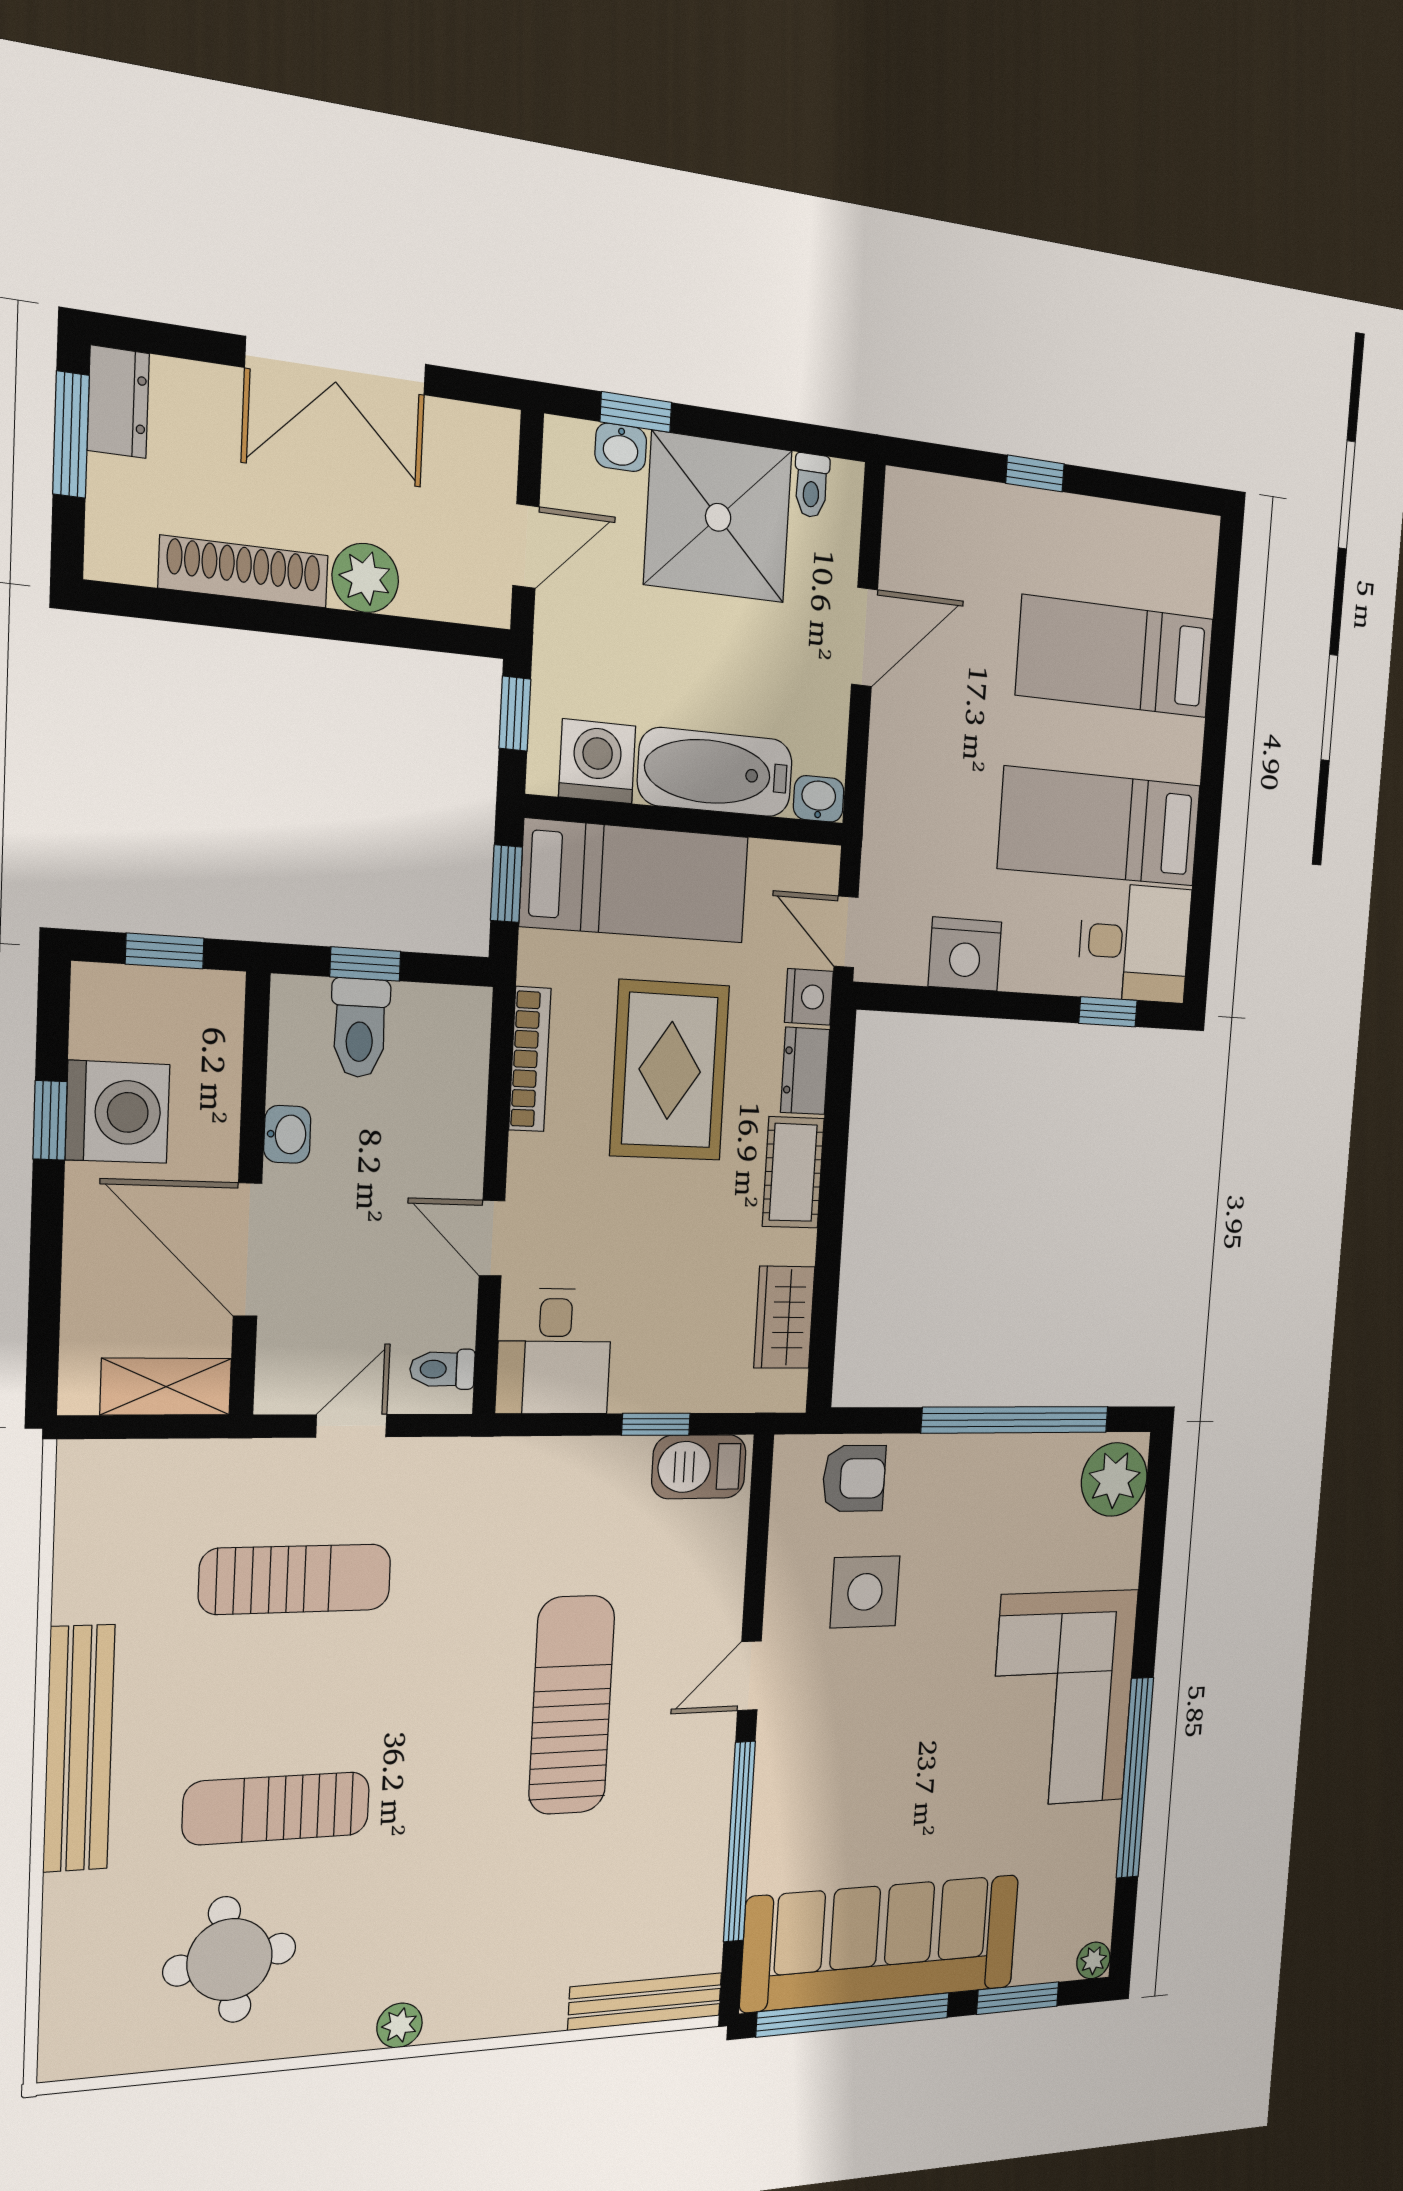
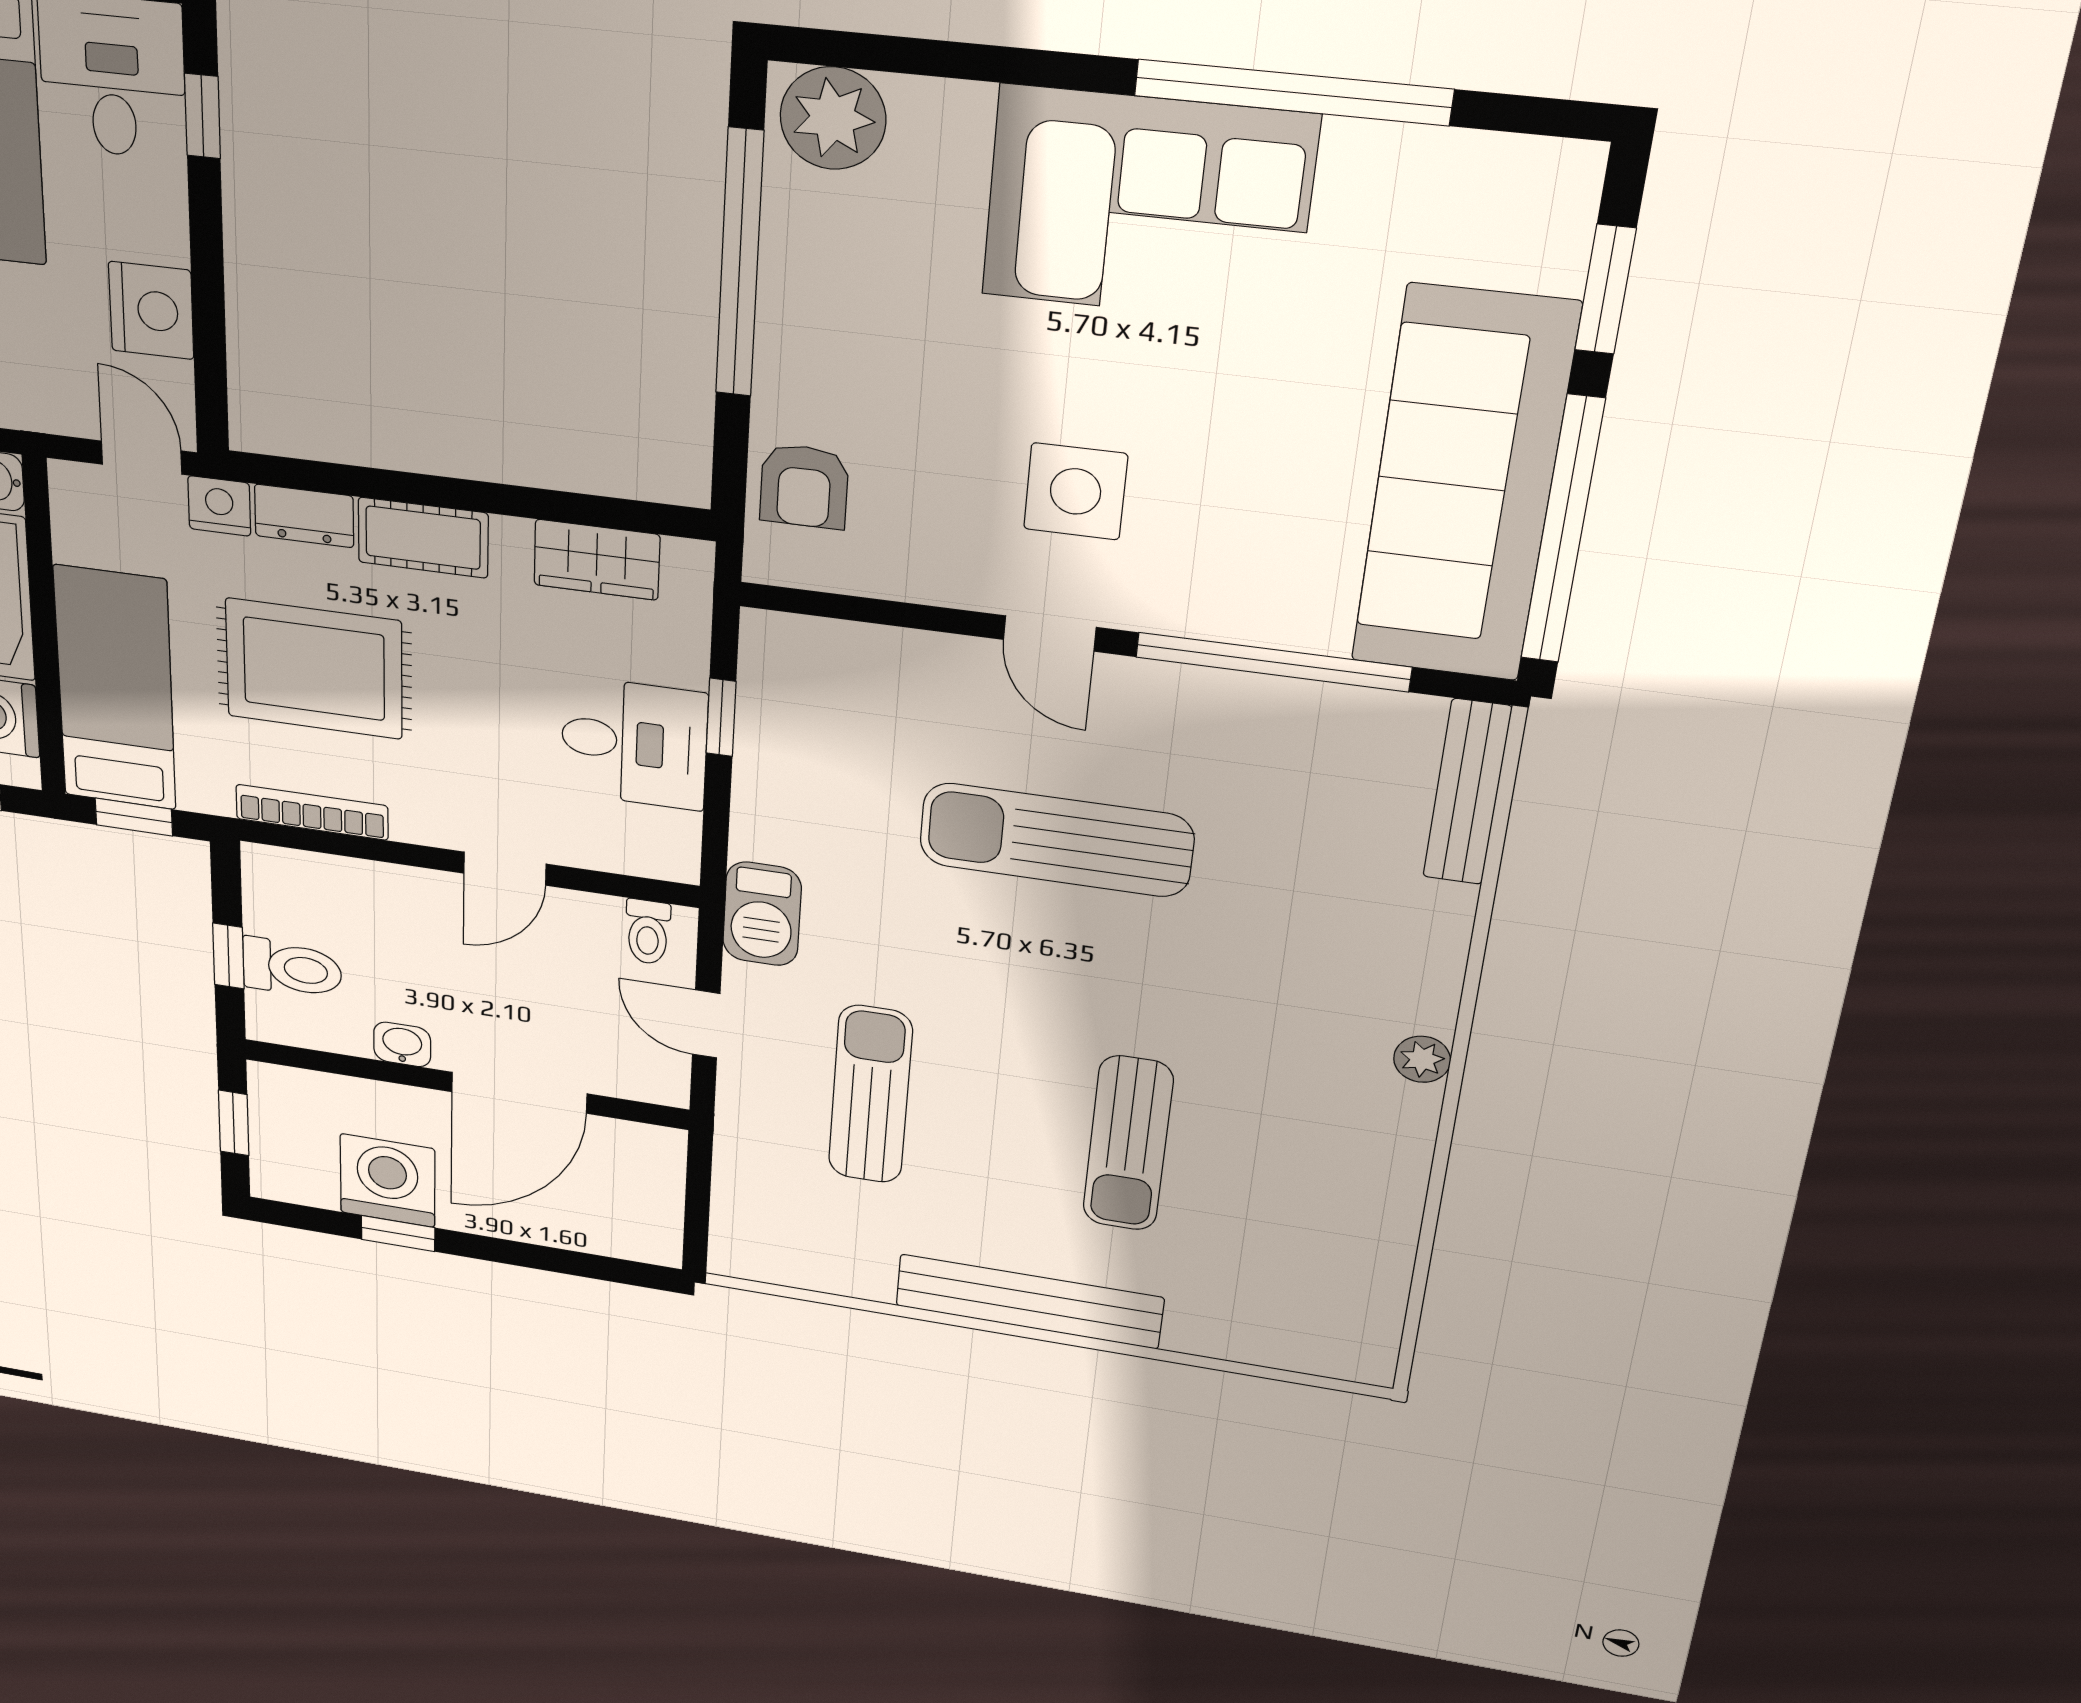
door: (846, 932) -> (142, 458), swing flipped
desk: (554, 1351) -> (634, 743), moved
shelving: (166, 1387) -> (657, 1179), removed
barbecue: (699, 1467) -> (762, 914), moved
armchair: (854, 1478) -> (804, 486), turned 180
side table: (865, 1592) -> (1075, 491), moved
round table: (230, 1960) -> (1296, 1208), removed
plant: (1093, 1960) -> (1576, 166), removed

